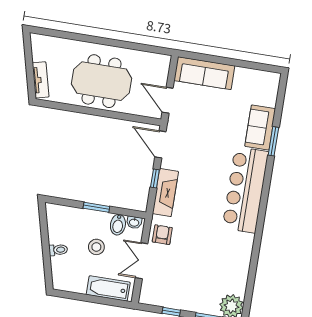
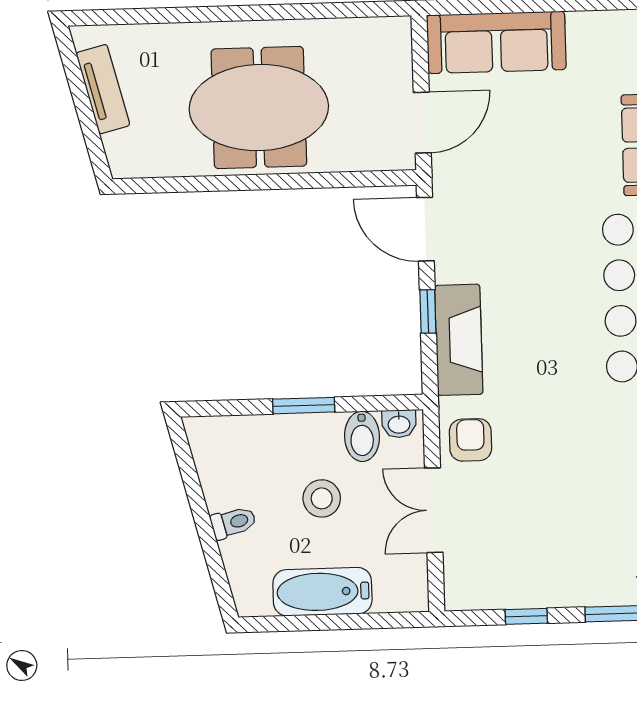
tv unit: (41, 80) -> (103, 89), moved
door: (168, 100) -> (422, 123), swing flipped
bathtub: (108, 288) -> (322, 592), moved

